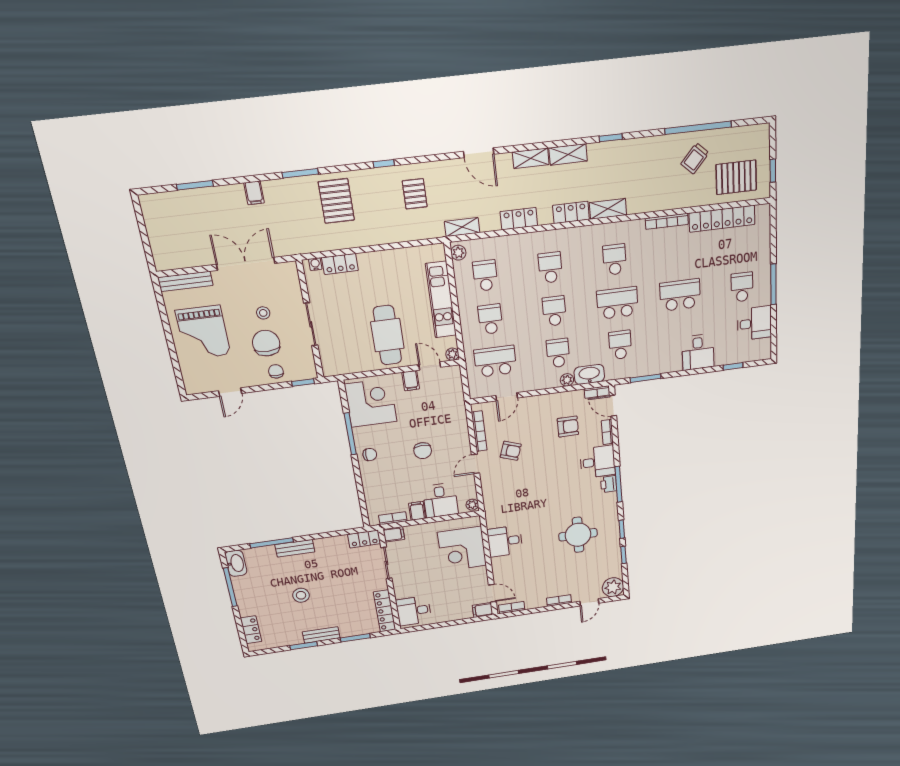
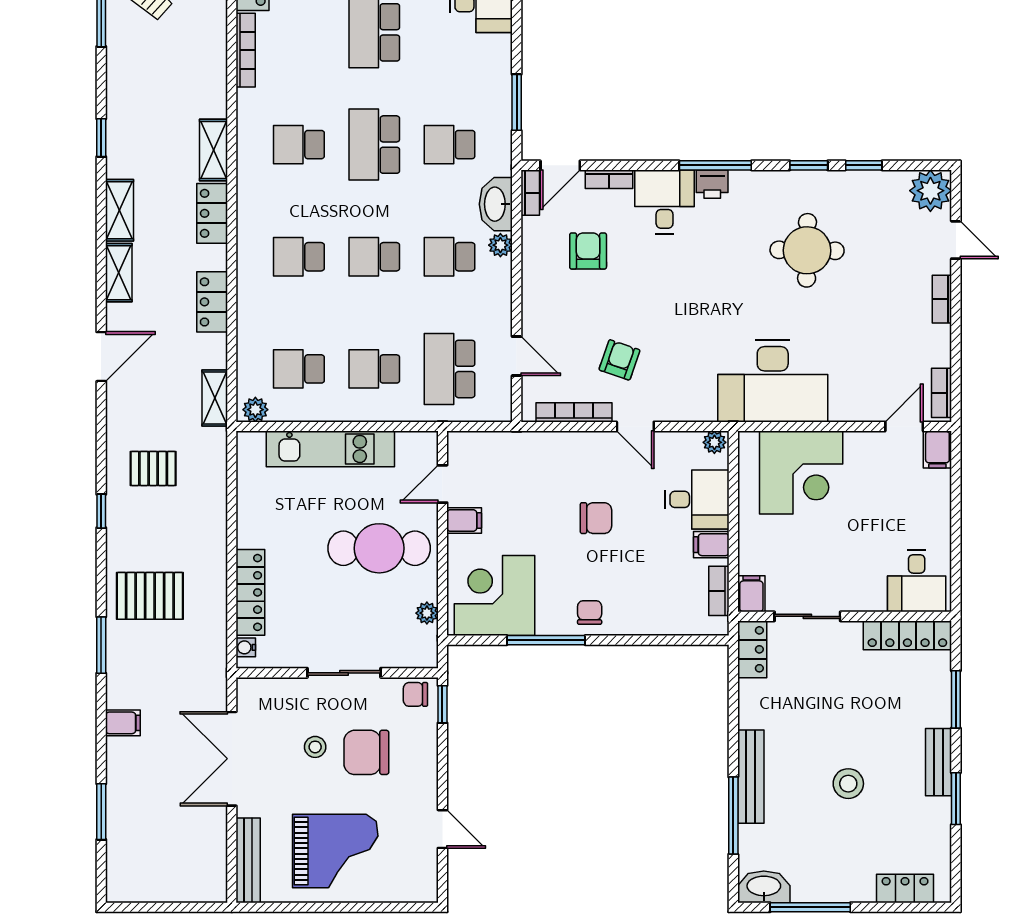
locker: (340, 264) -> (250, 592), width x1.53
plant: (452, 354) -> (427, 613), moved
chair: (276, 371) -> (415, 694), moved
desk: (505, 541) -> (773, 381), width x1.87, depth x1.30
bench: (295, 548) -> (751, 777), width x1.36

